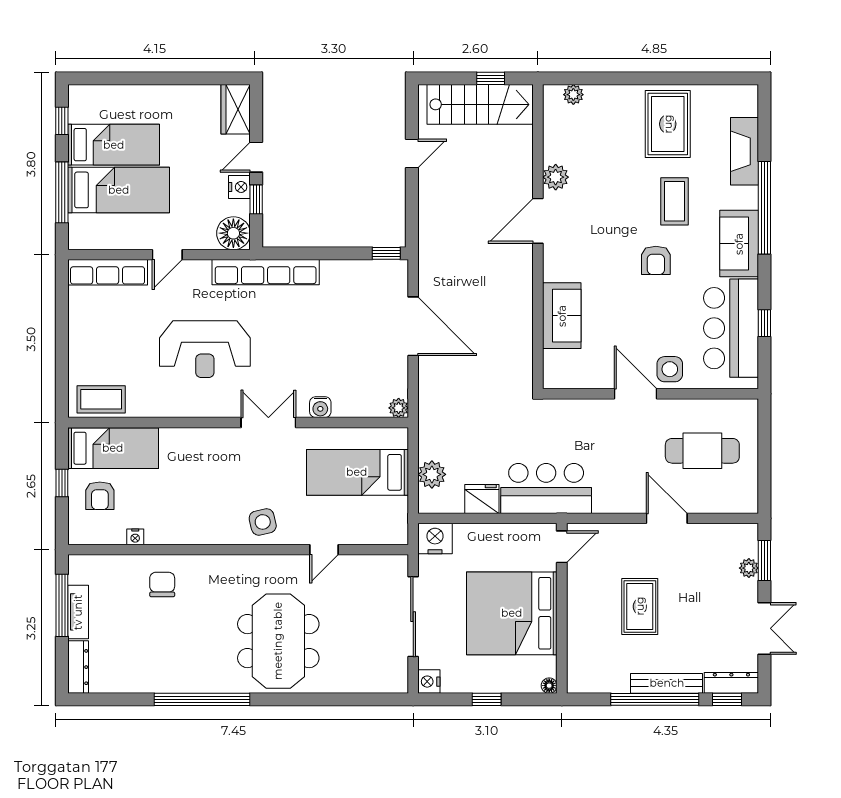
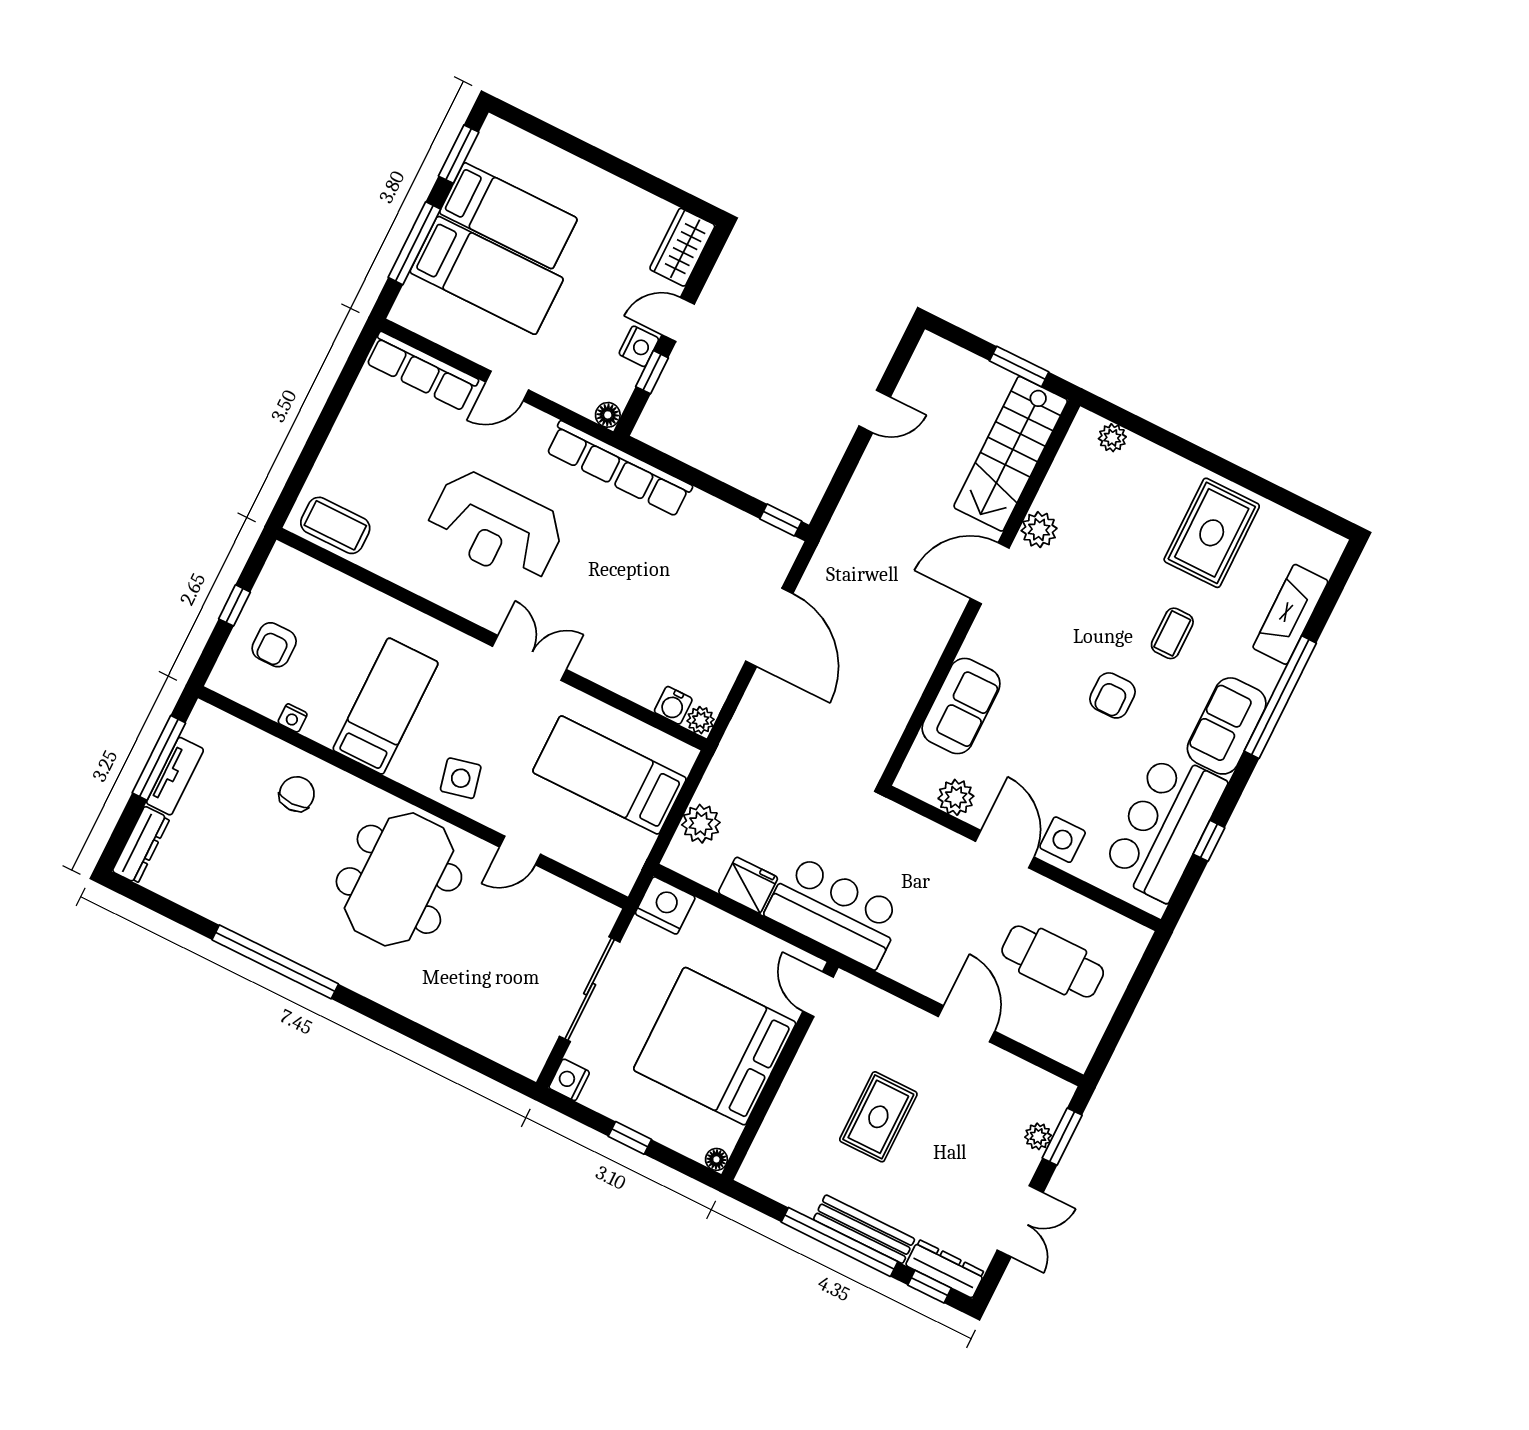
window: (491, 78) -> (1019, 366), width x1.50
stairs: (480, 104) -> (1011, 454), moved, turned 90
window: (62, 121) -> (459, 154), width x1.50
coffee table: (674, 201) -> (1172, 633), width x0.73, depth x0.77
floor lamp: (233, 233) -> (608, 415), width x0.53, depth x0.53
plant: (588, 376) -> (956, 797), added
water cooler: (320, 407) -> (673, 705), moved
bed: (113, 448) -> (386, 706), moved, turned -90
door: (562, 547) -> (818, 994), swing flipped
meeting table: (278, 641) -> (399, 879), moved

